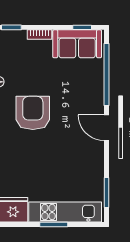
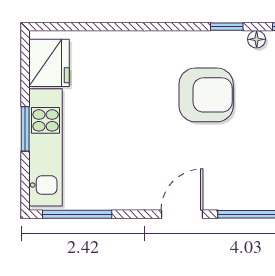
window: (106, 193) -> (77, 214), width x1.44

